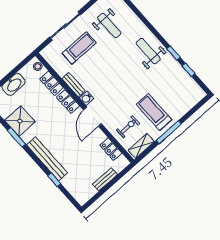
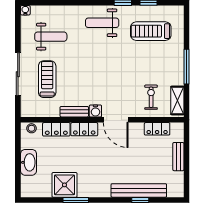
treadmill: (154, 112) -> (151, 31), moved
bench: (47, 159) -> (139, 190), moved

